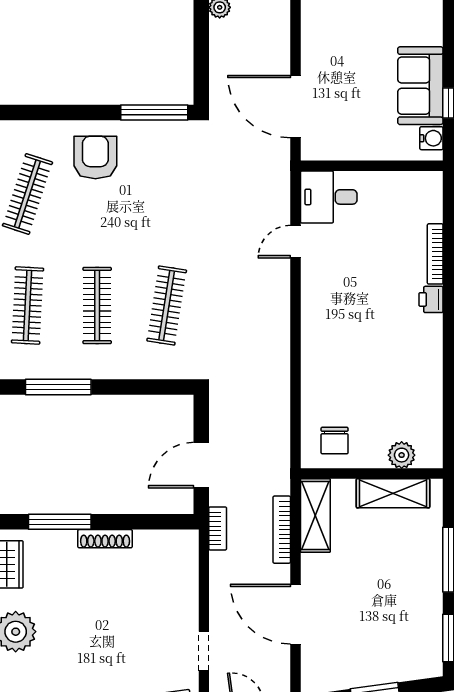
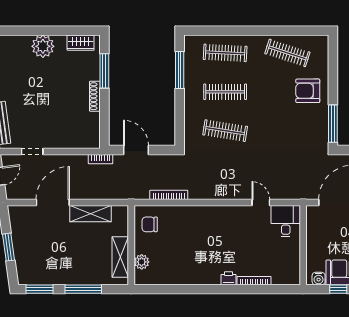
armchair: (95, 157) -> (308, 91), turned 180
shelving: (315, 515) -> (90, 214), moved
bookcase: (282, 530) -> (169, 195), moved

